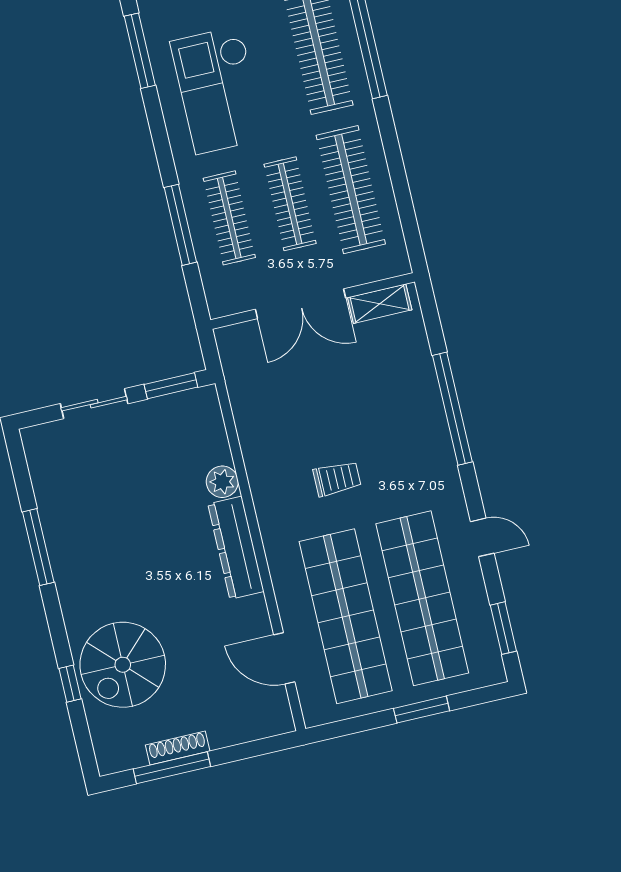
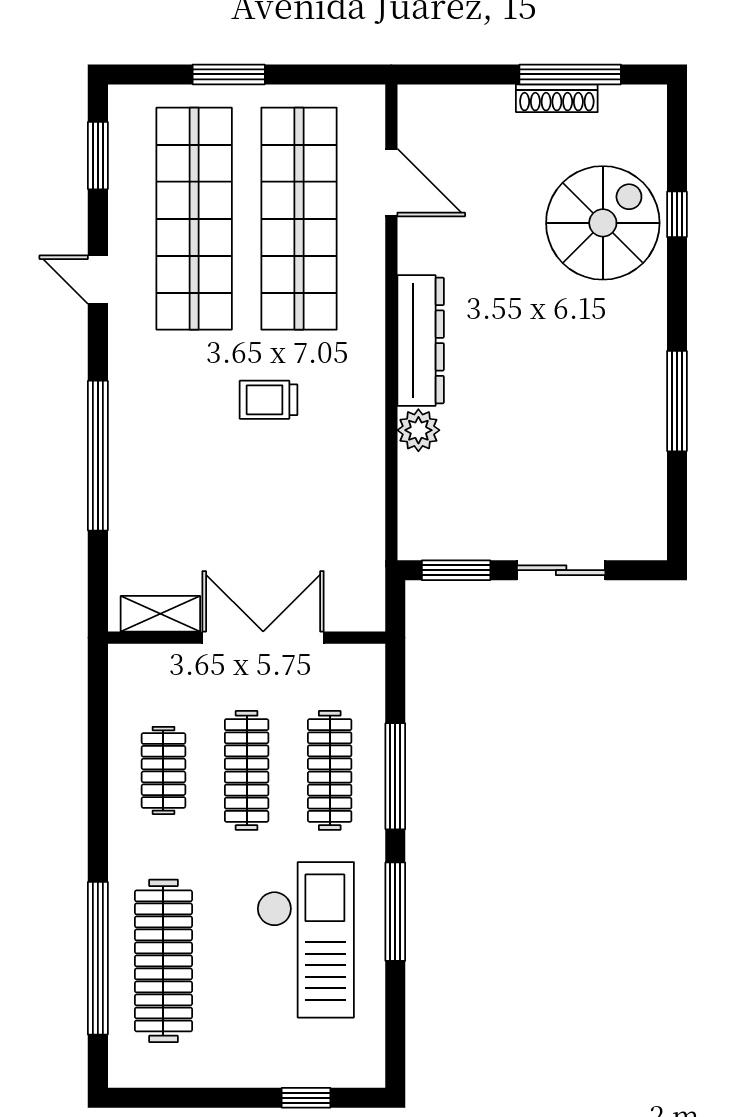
window: (140, 51) -> (395, 912), moved
clothes rail: (351, 190) -> (163, 770), width x0.54, depth x0.76

